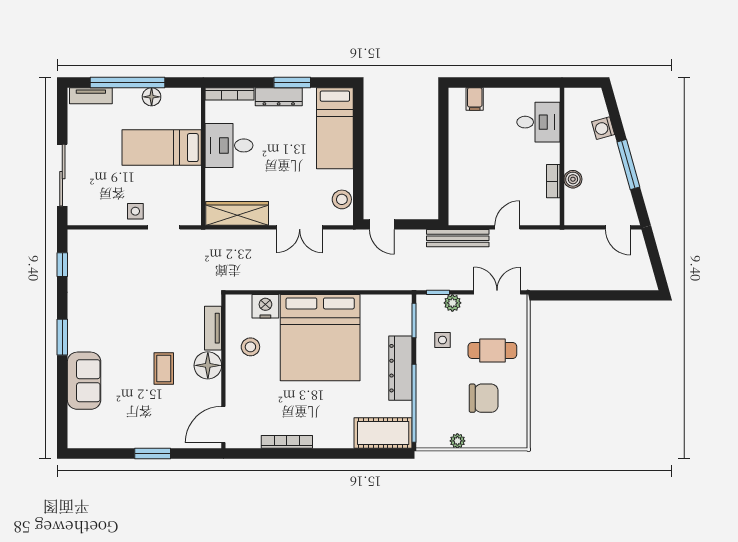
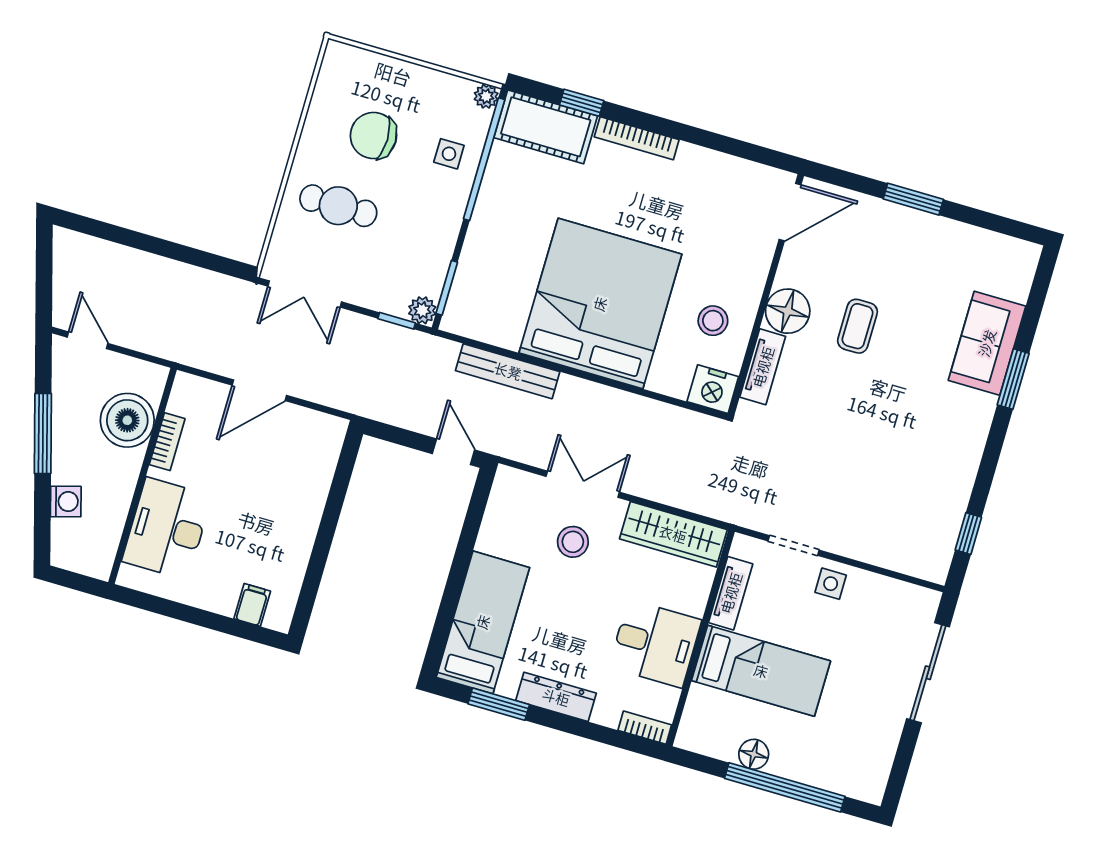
window: (292, 83) -> (499, 704), moved
bookcase: (229, 94) -> (645, 728), width x0.64
tv unit: (91, 96) -> (731, 593), moved, turned 90
desk: (538, 122) -> (167, 529), width x1.37
boiler: (573, 179) -> (127, 420), width x1.86, depth x1.86
stool: (342, 199) -> (573, 542), moved
door: (507, 227) -> (259, 390), width x1.37
bench: (458, 238) -> (508, 371), moved
plant: (452, 303) -> (422, 310), moved
nightstand: (265, 306) -> (713, 389), moved
window: (62, 337) -> (1013, 379), moved
side table: (442, 340) -> (449, 154), moved
dresser: (400, 368) -> (489, 220), removed
plant: (457, 441) -> (486, 96), moved
bookcase: (287, 442) -> (637, 138), moved
window: (366, 453) -> (582, 103), added

